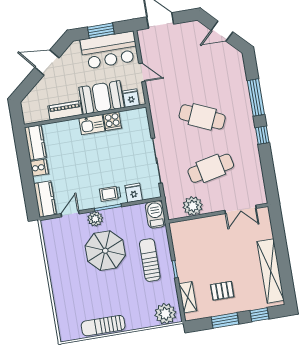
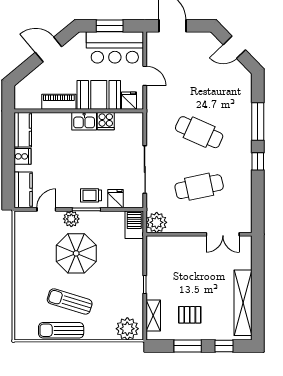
plant: (193, 206) -> (157, 222), moved
sun lounger: (150, 260) -> (70, 302), moved, turned -73

